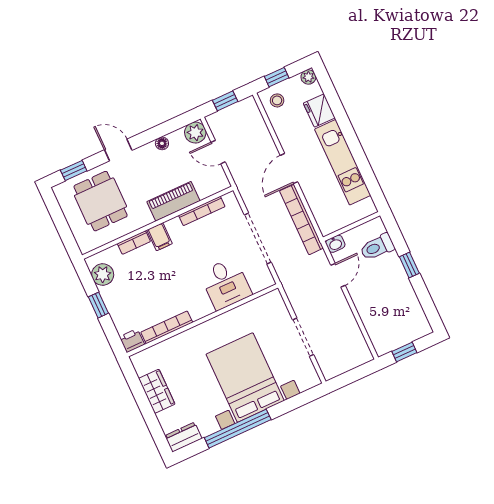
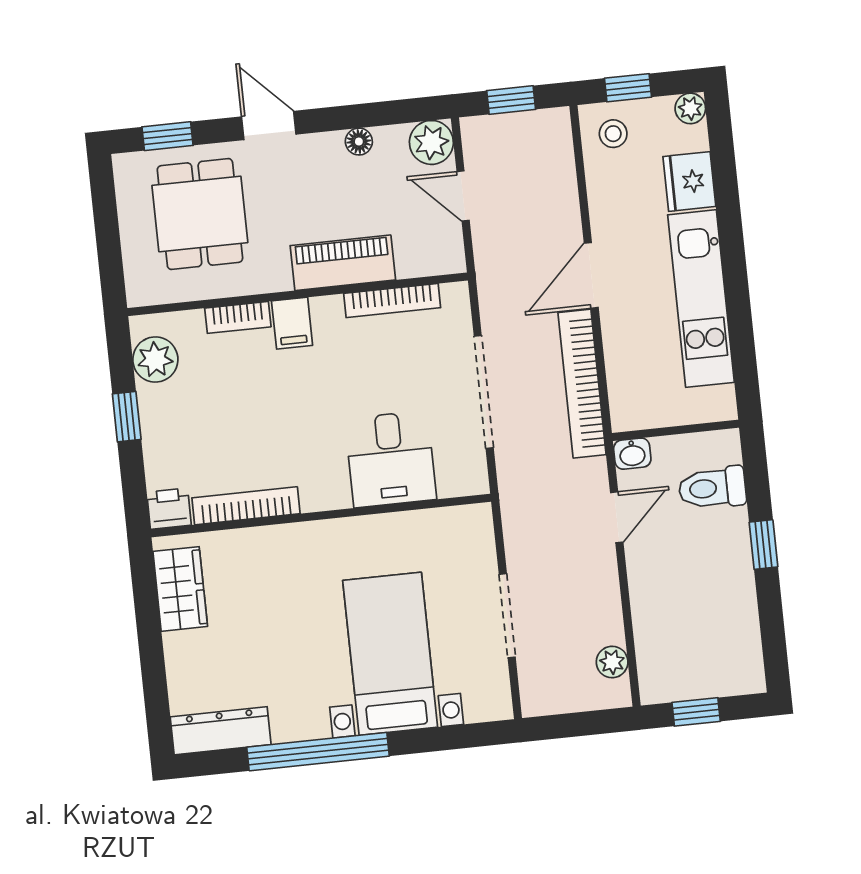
plant: (358, 342) -> (612, 662), added
bed with nightstands: (245, 377) -> (390, 654), width x0.73
wardrobe: (157, 391) -> (180, 589), moved
dresser: (183, 437) -> (221, 731), width x1.44

